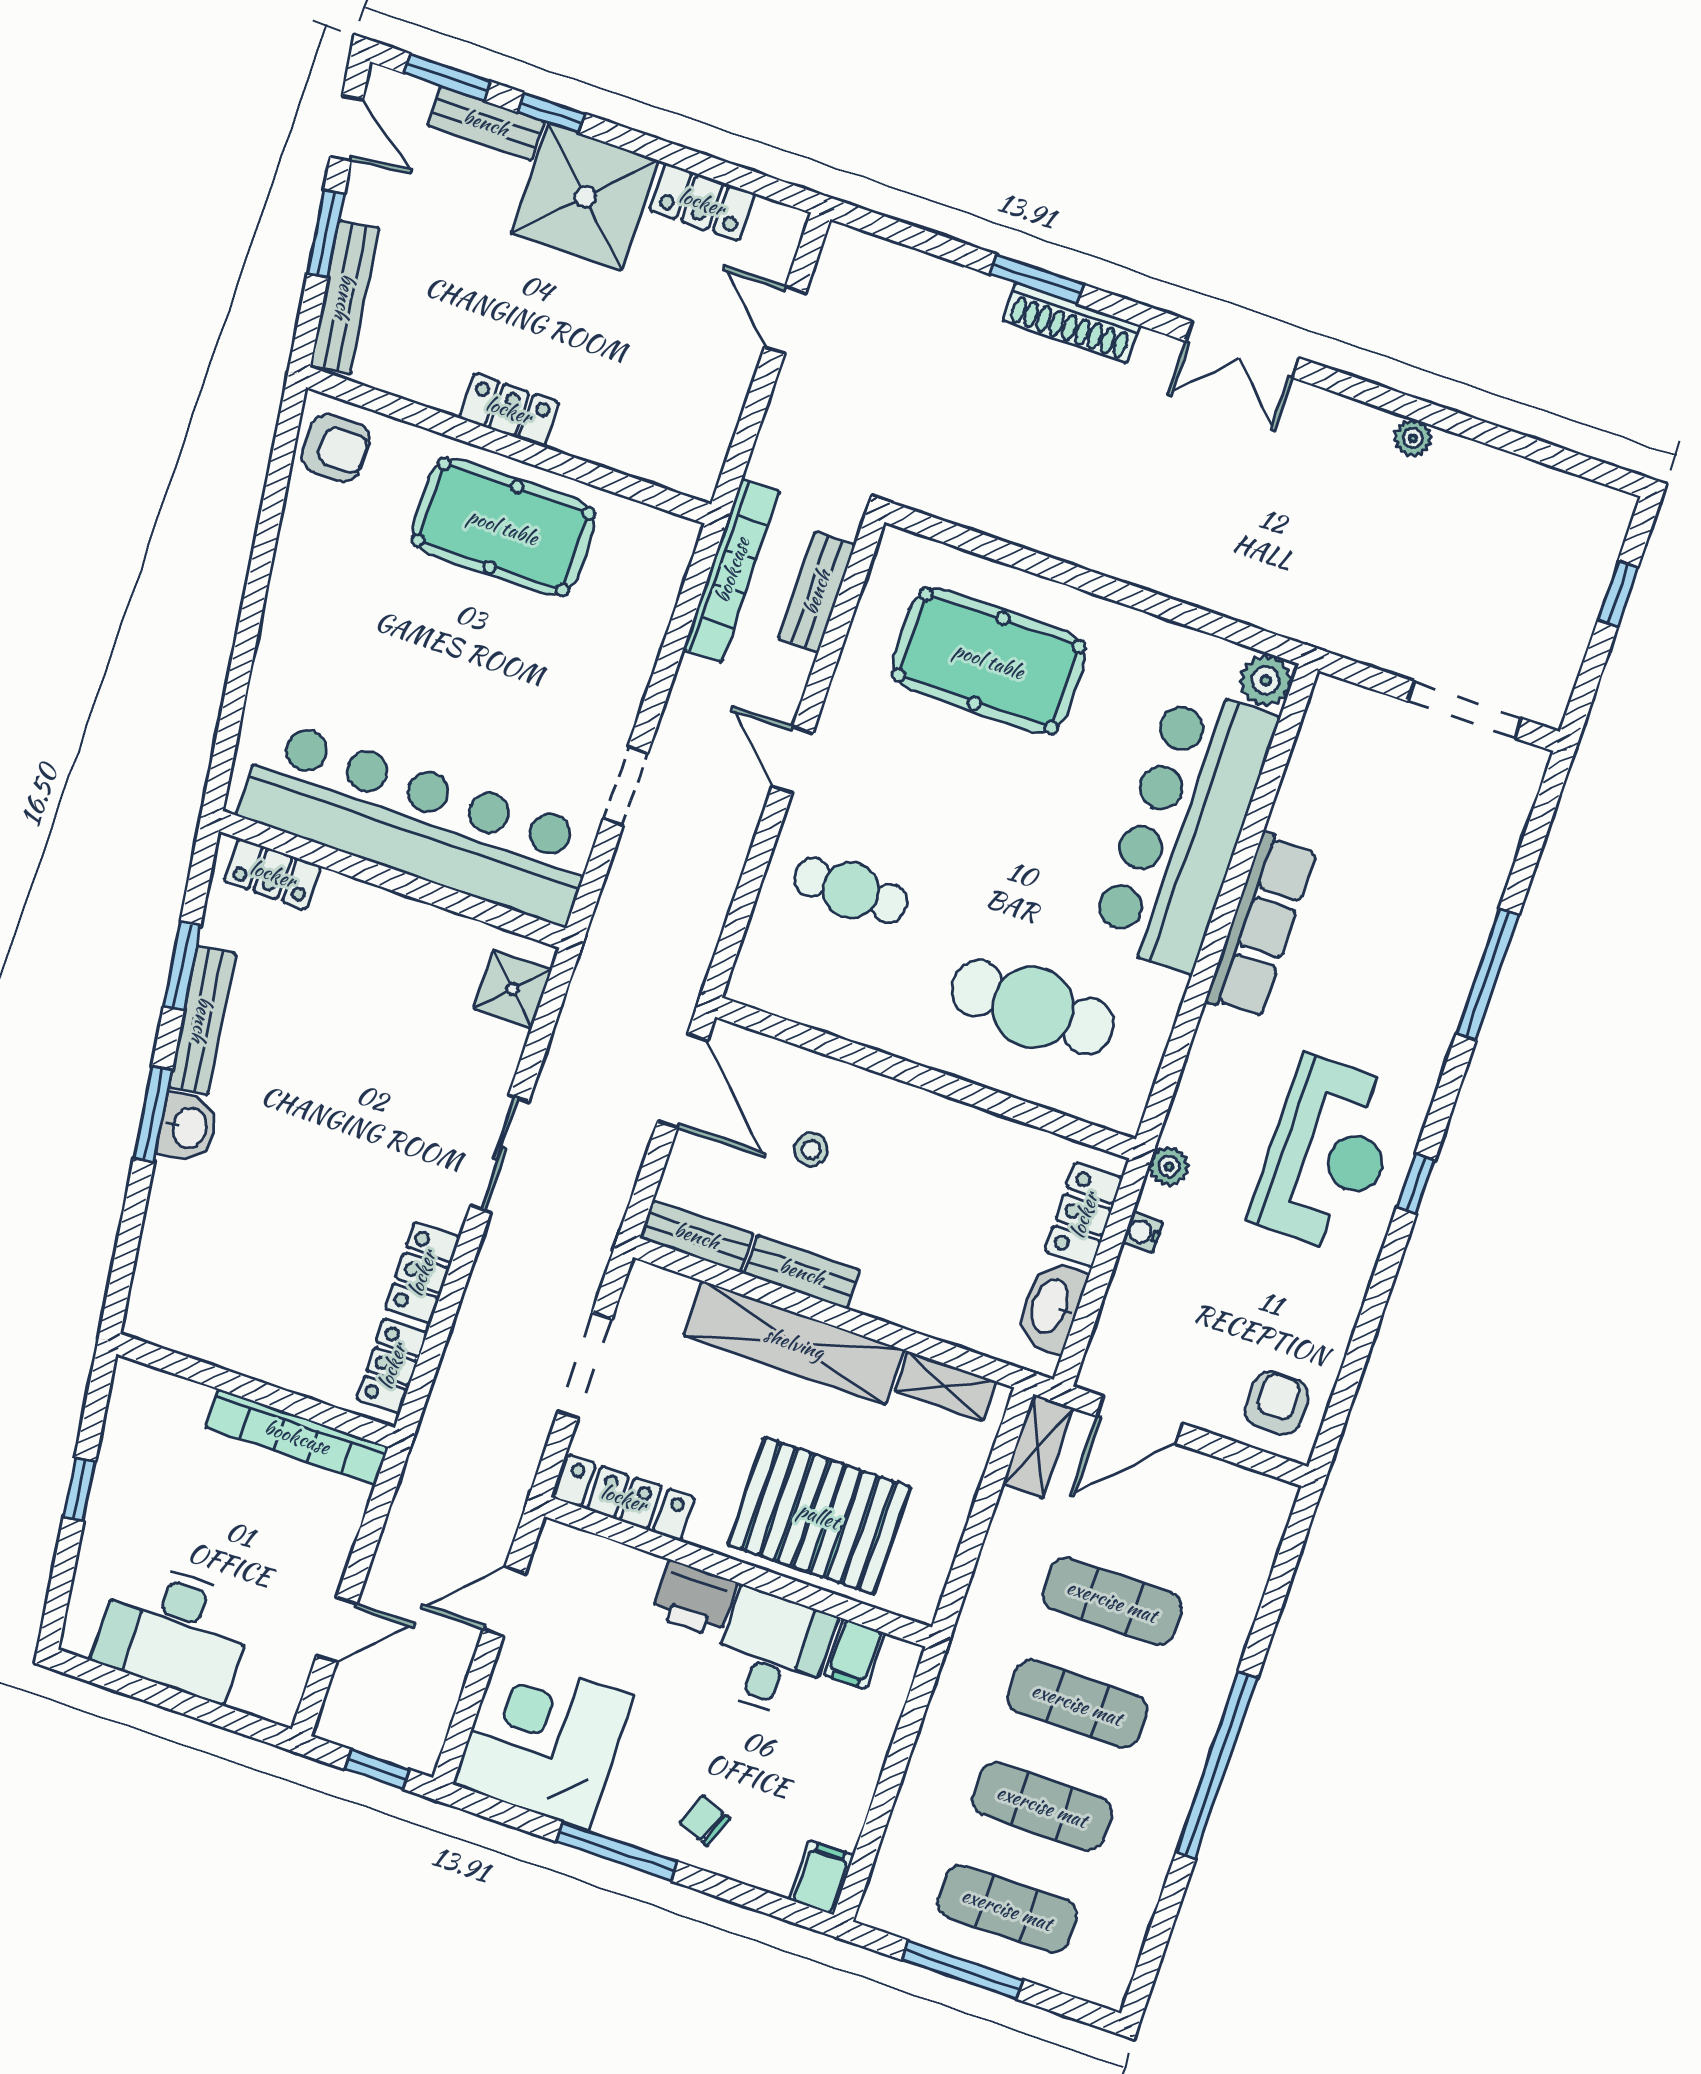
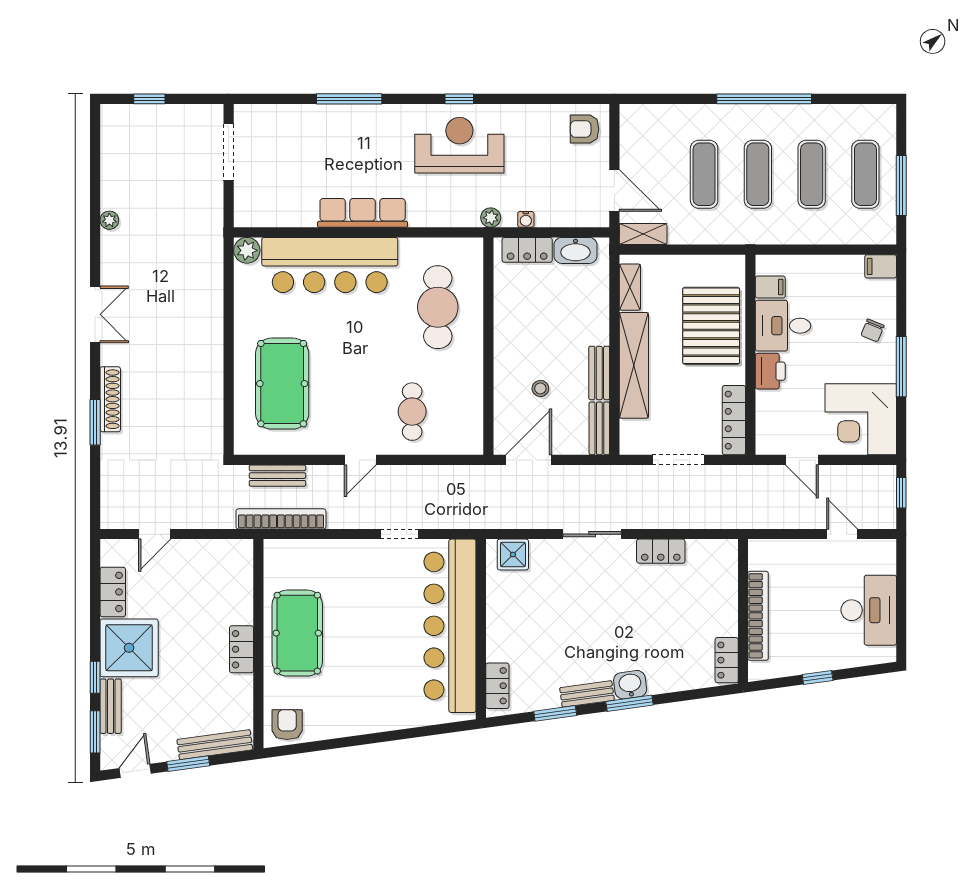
bench: (202, 1020) -> (587, 694), width x0.73
locker: (392, 1366) -> (727, 660), moved, turned 90
bookcase: (297, 1437) -> (758, 616), moved

